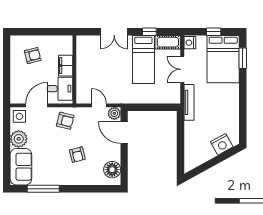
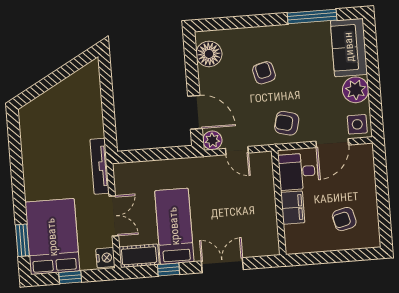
nightstand: (222, 144) -> (44, 106), removed

